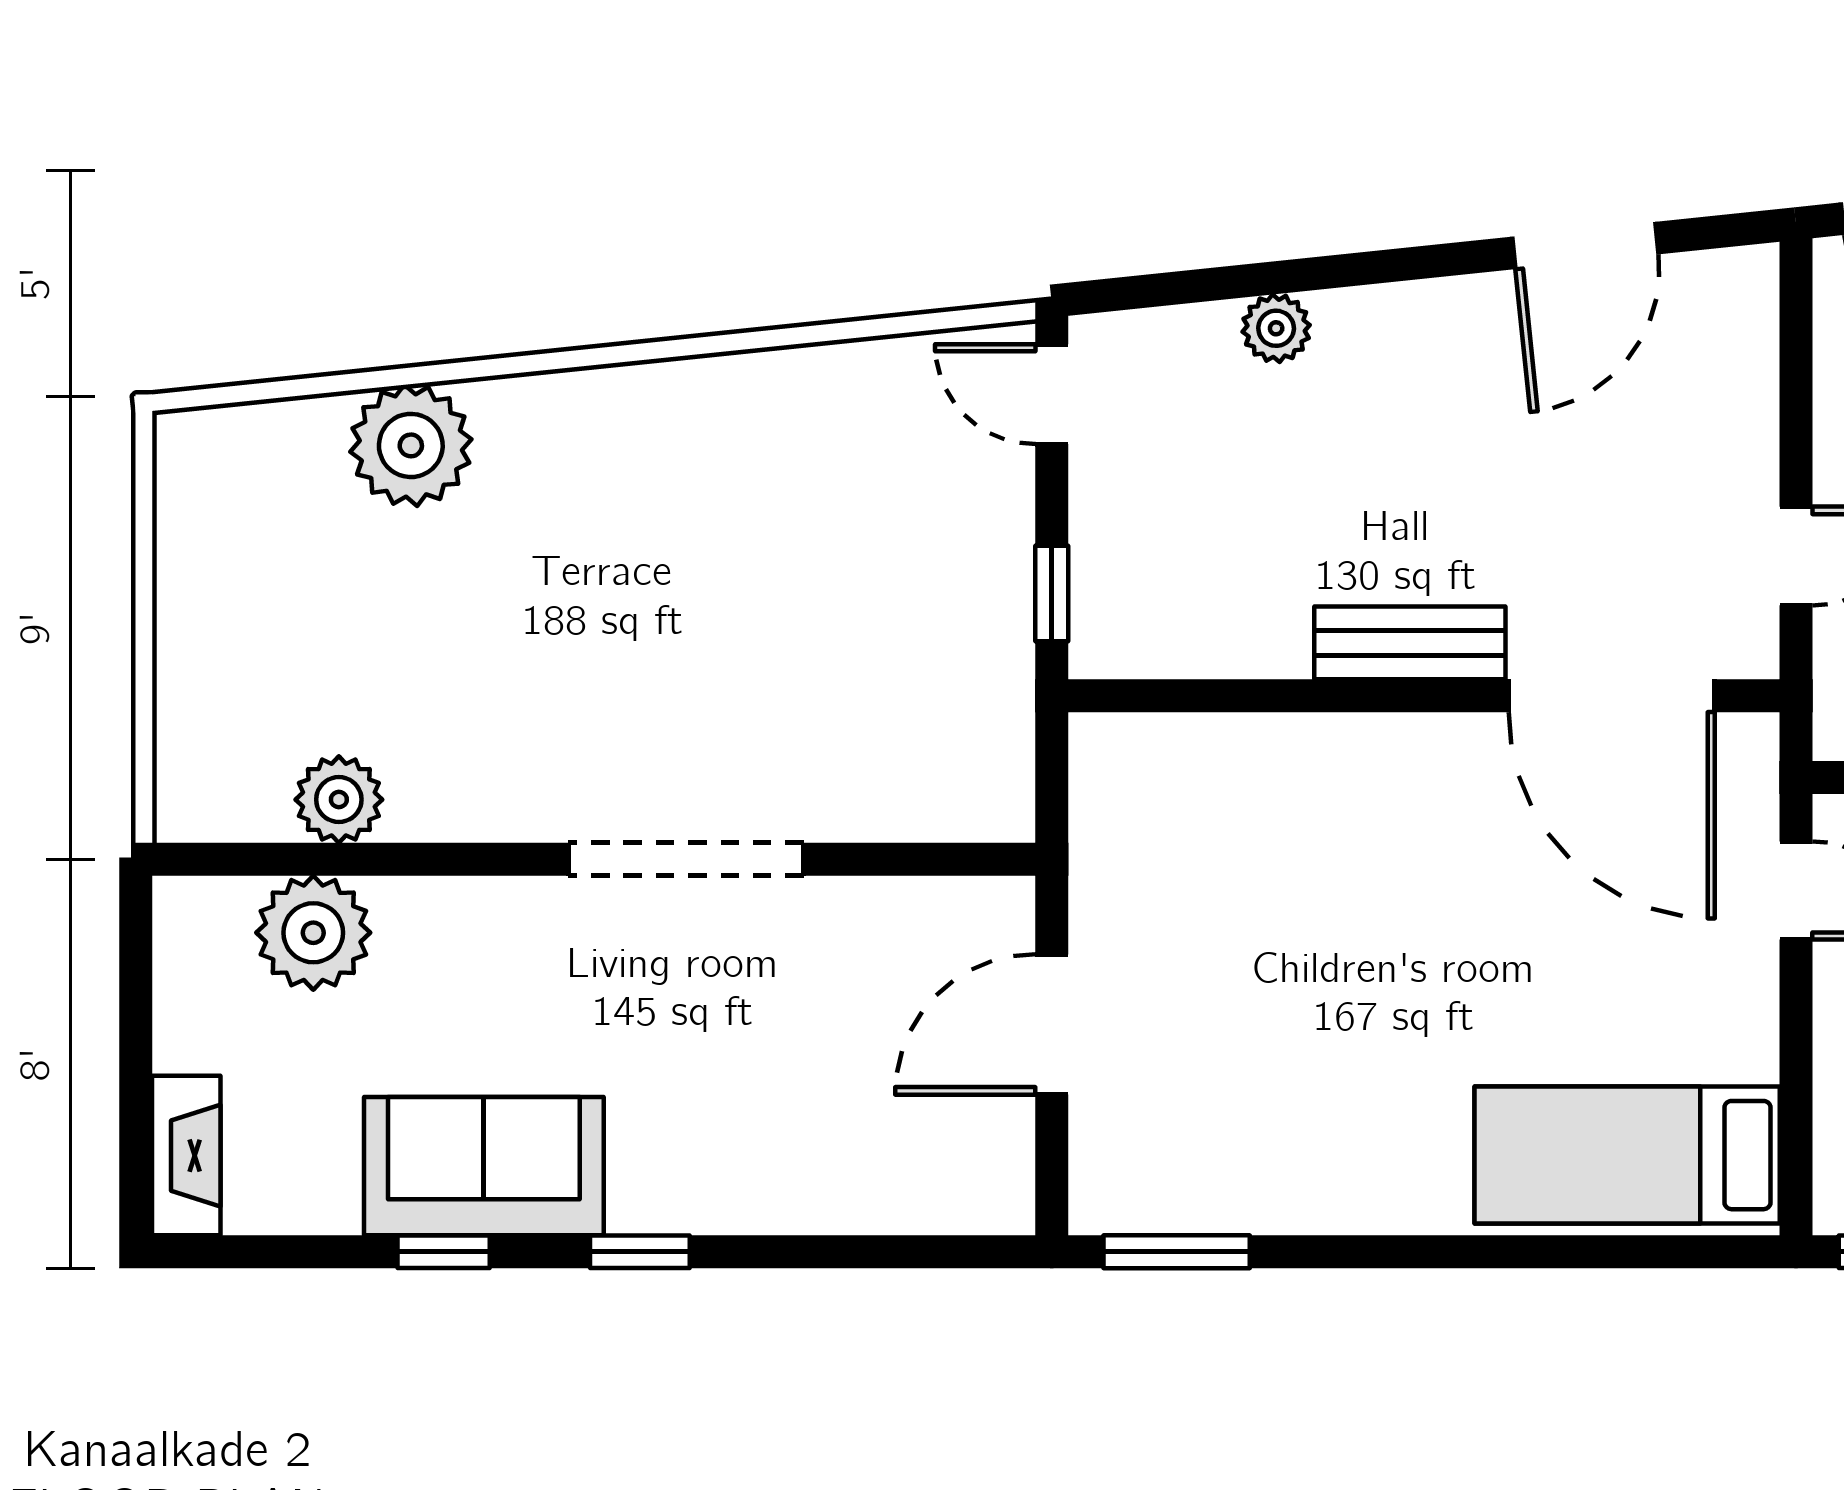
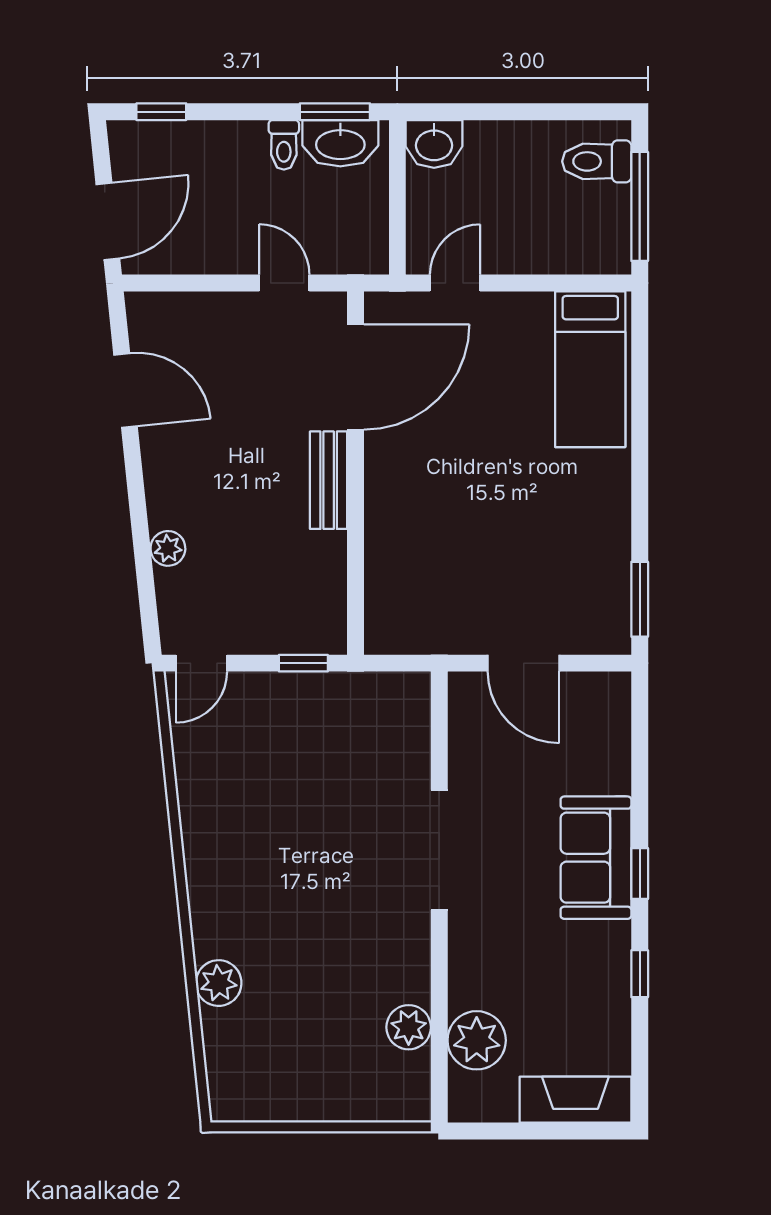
plant: (411, 445) -> (219, 983), width x0.73, depth x0.73
fireplace: (186, 1156) -> (575, 1100), width x1.37, depth x1.32
sofa: (484, 1166) -> (596, 858), moved

